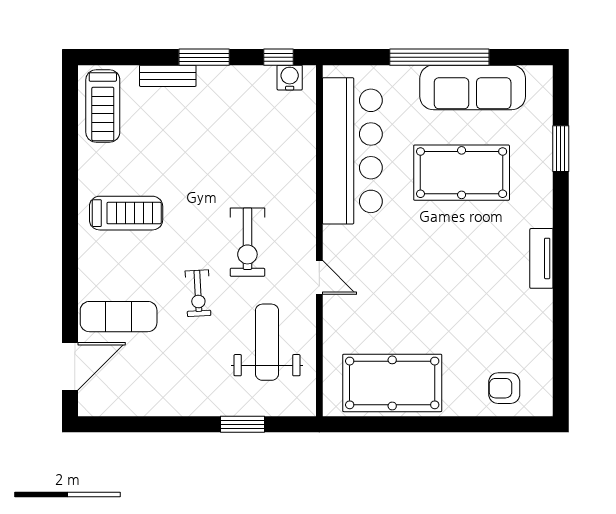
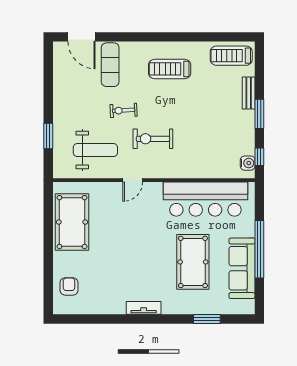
treadmill: (126, 213) -> (170, 69), turned 90

